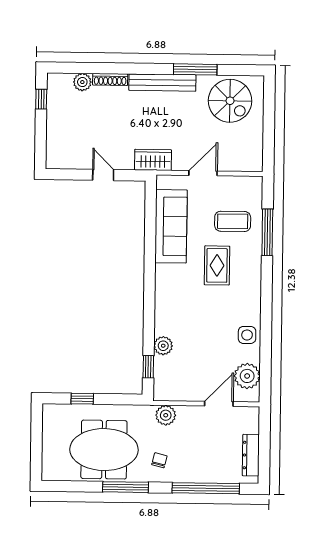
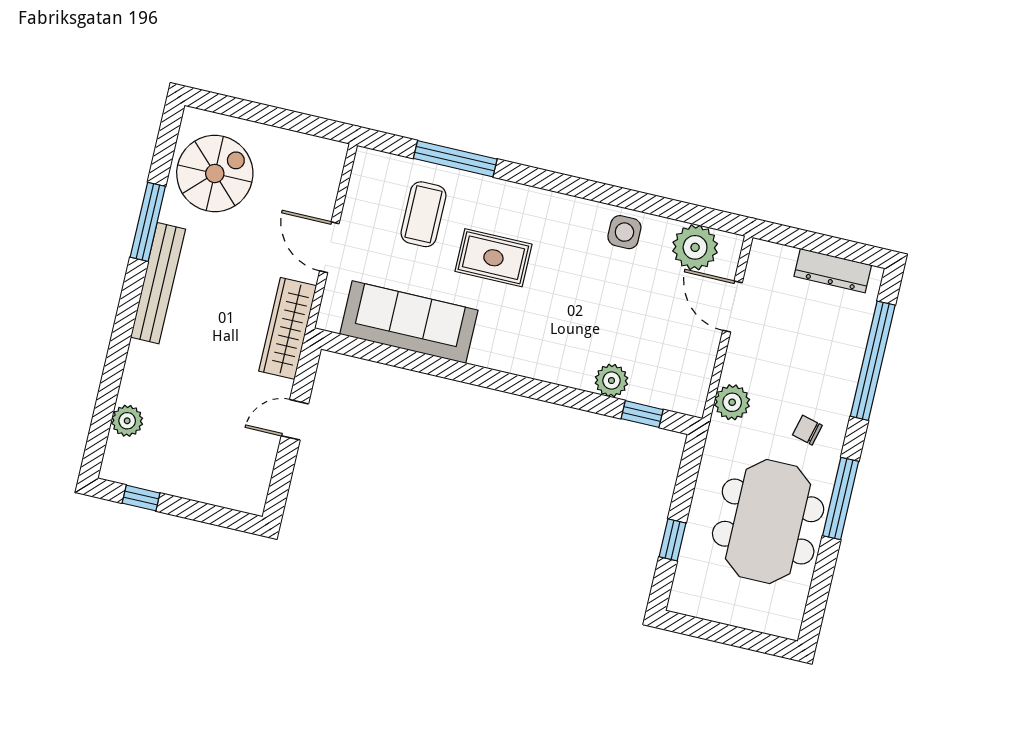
shoe rack: (110, 79) -> (133, 372), removed
wardrobe: (153, 160) -> (288, 328), width x1.50

